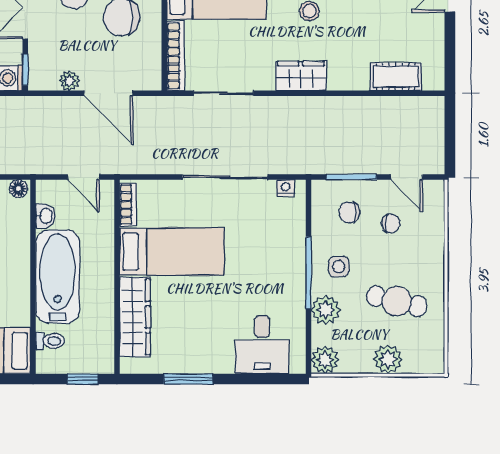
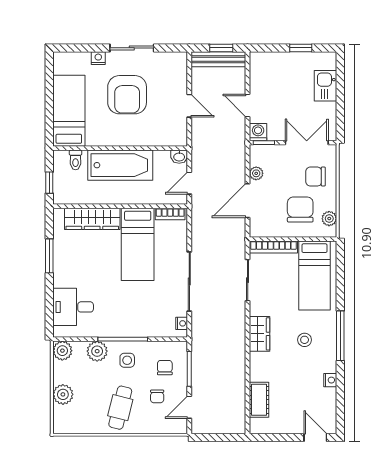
floor lamp: (18, 189) -> (181, 138), removed
washbasin: (45, 216) -> (179, 157), moved
cafe table: (397, 301) -> (120, 408), moved

